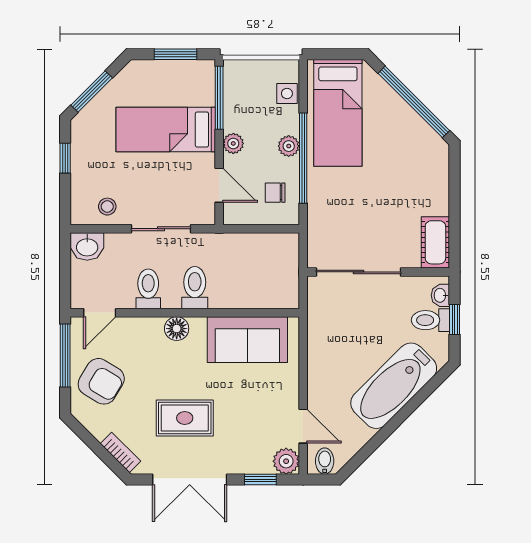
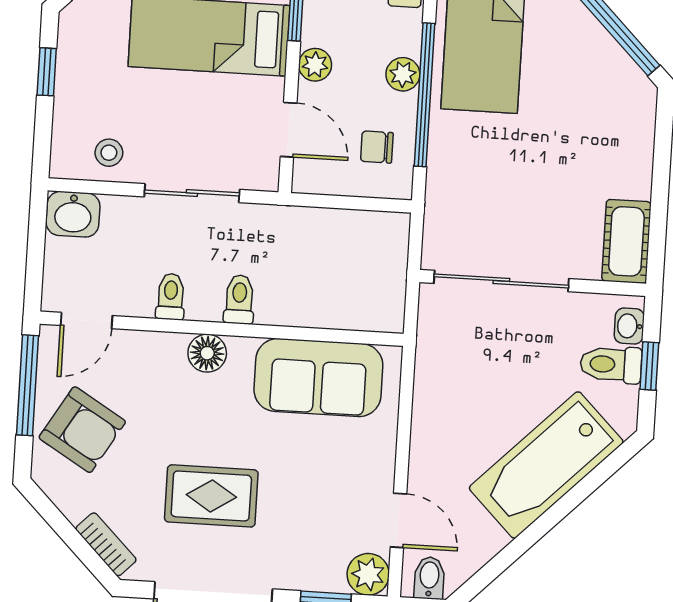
toilet: (195, 288) -> (239, 299), width x0.73, depth x0.72
toilet: (148, 289) -> (171, 297), width x0.73, depth x0.72

